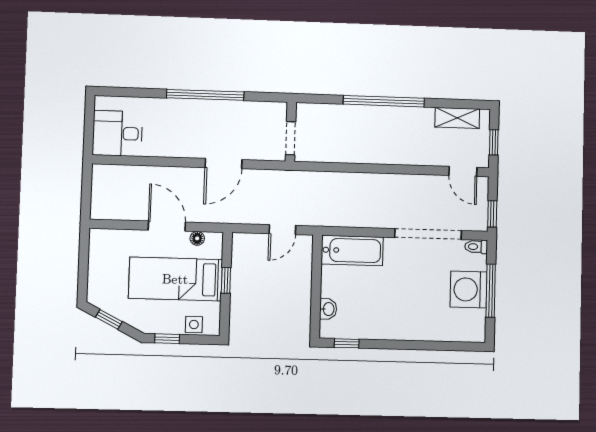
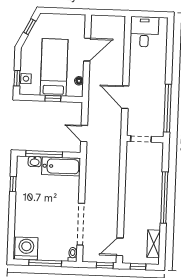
window: (205, 95) -> (167, 108), moved
window: (492, 214) -> (105, 265), moved
door: (167, 226) -> (87, 50), moved
bathtub: (352, 250) -> (61, 166), moved, turned -90
washing machine: (469, 289) -> (26, 249), moved
window: (316, 294) -> (44, 154), added
window: (167, 339) -> (17, 78), moved
window: (347, 343) -> (13, 184), moved

